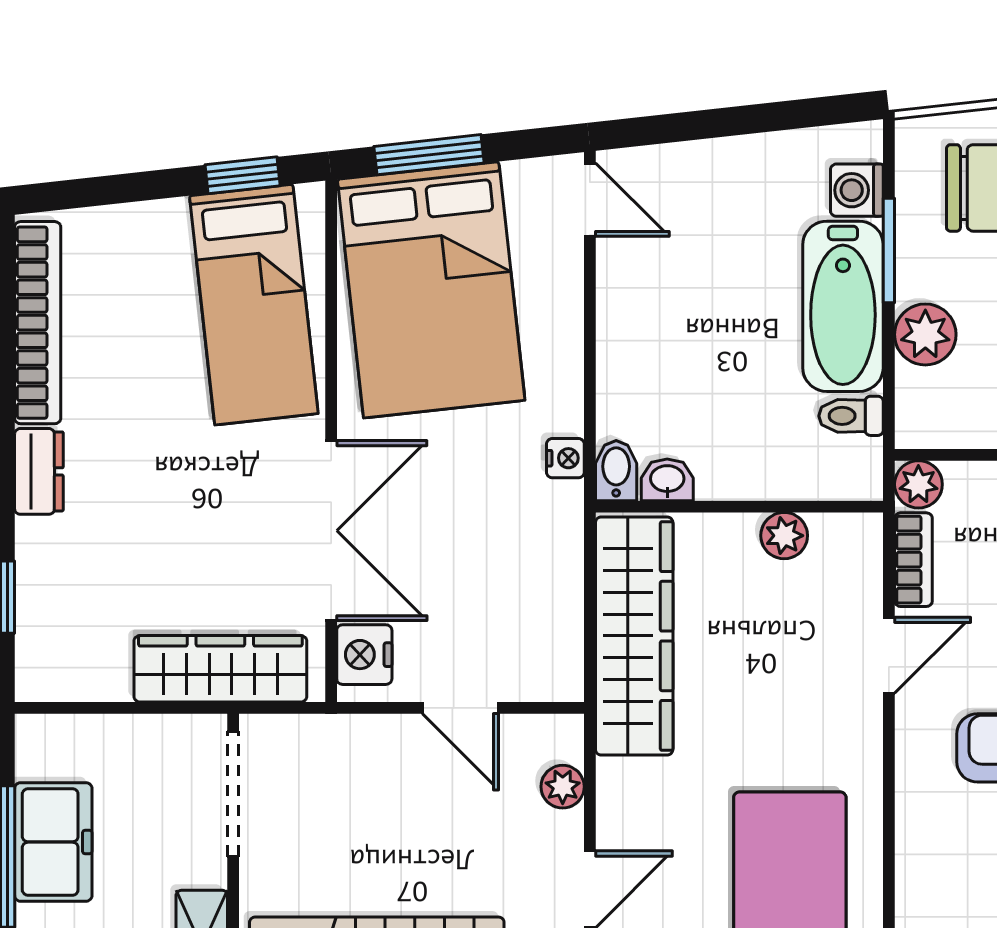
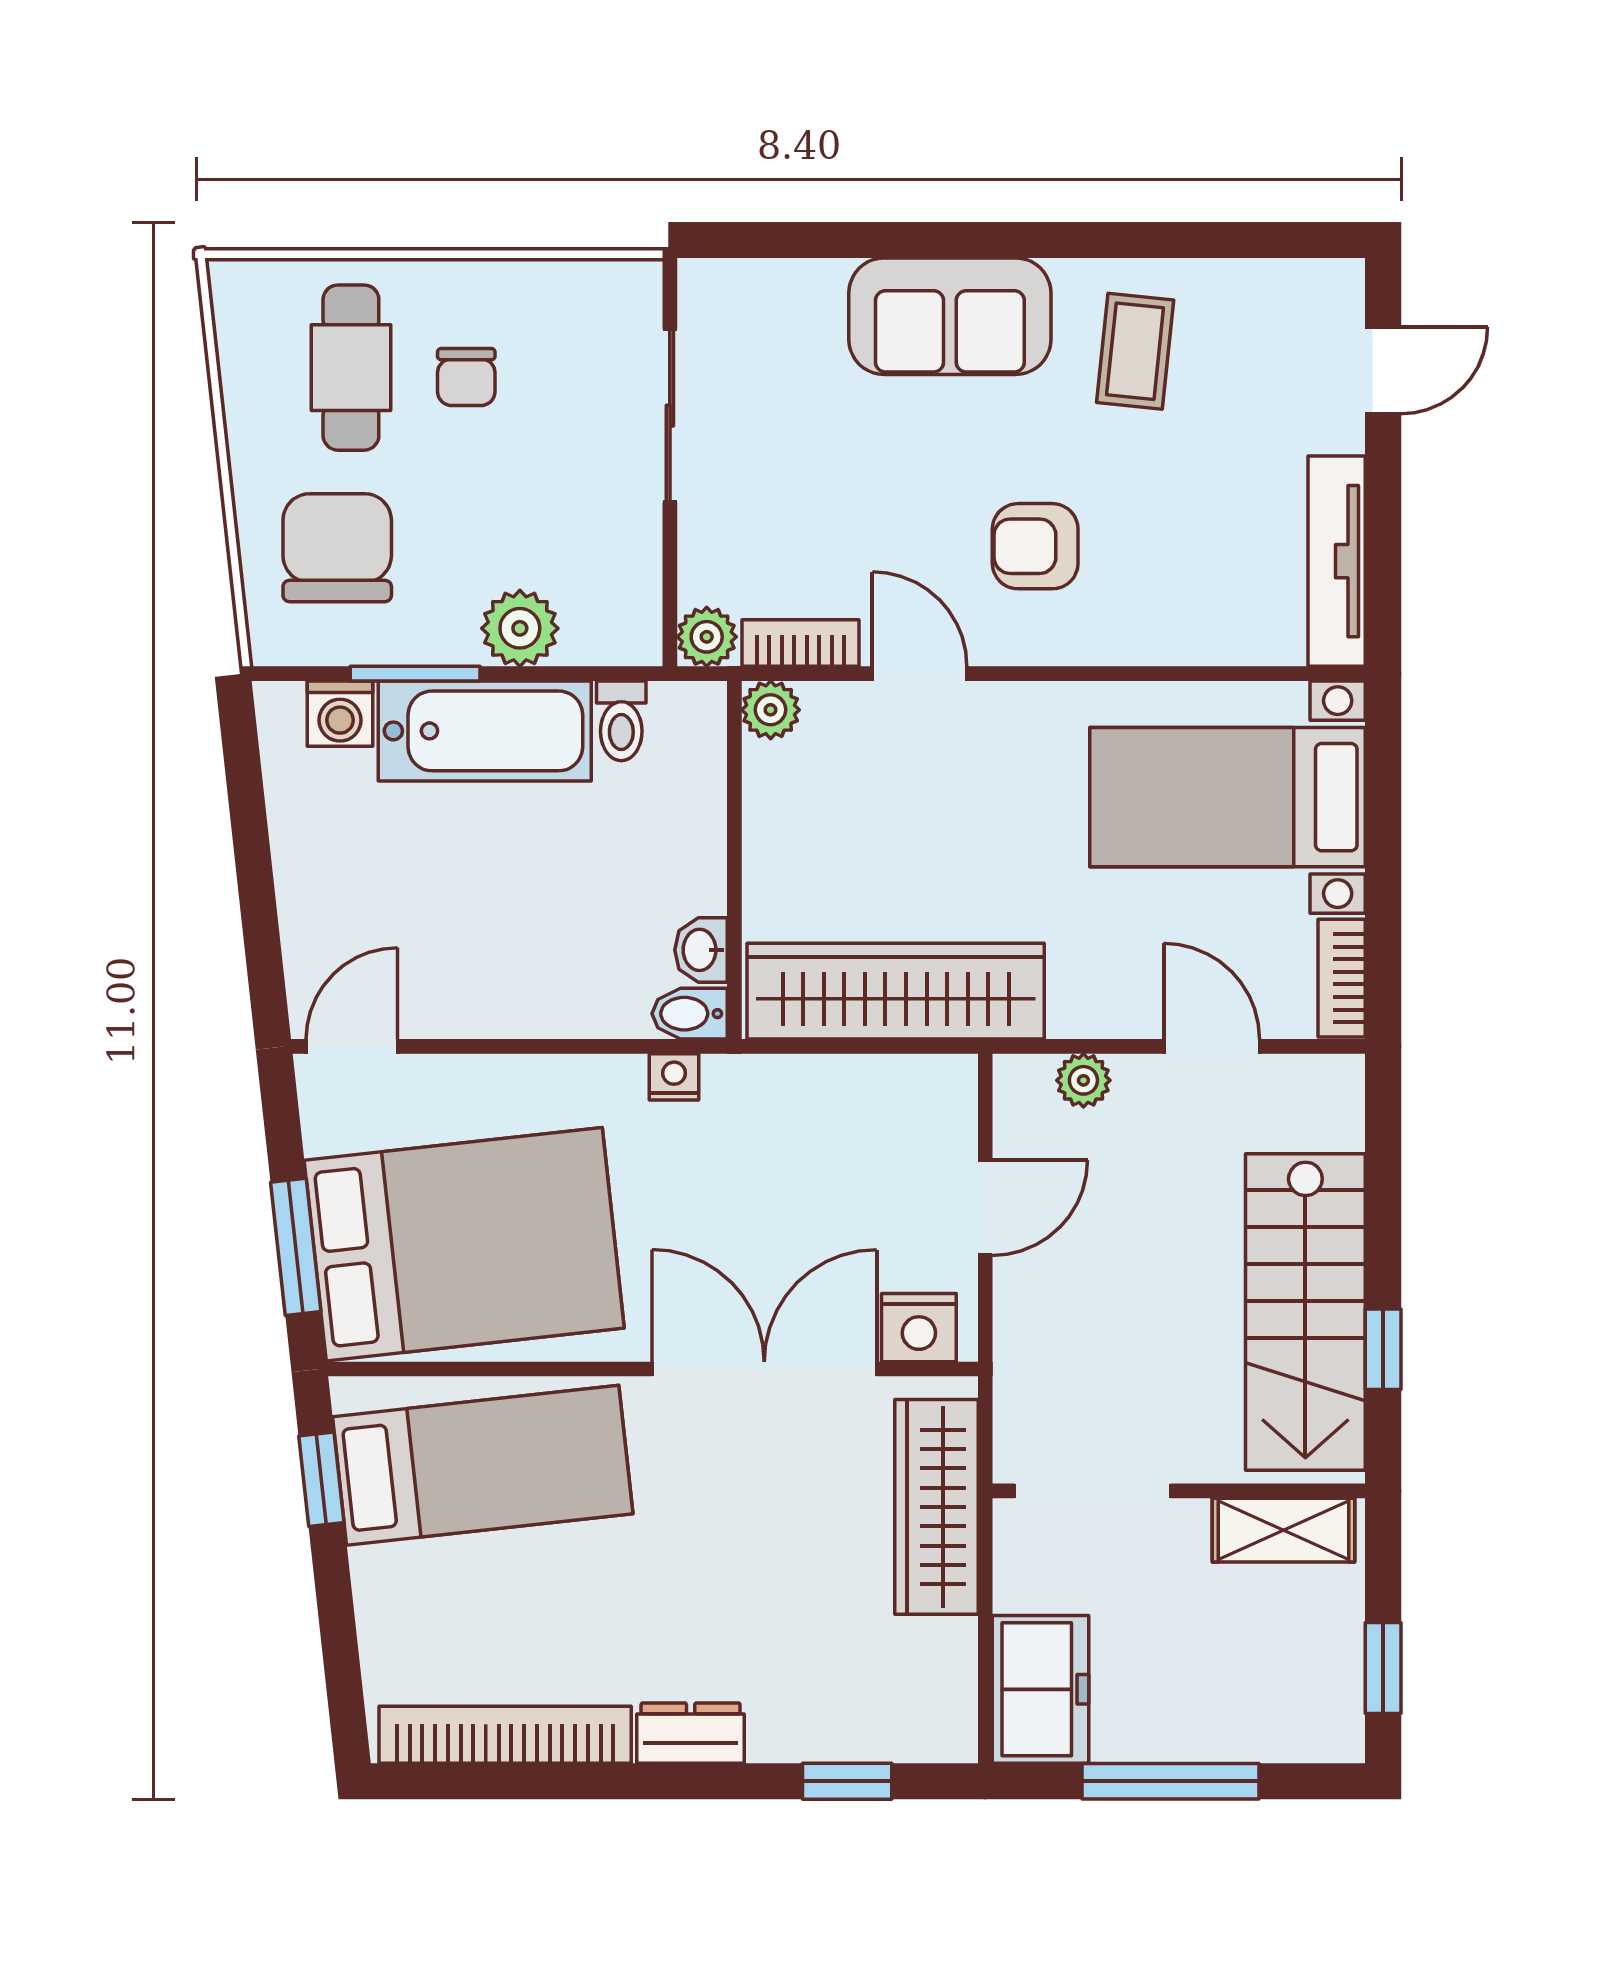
plant: (784, 536) -> (771, 710), moved
freezer: (53, 842) -> (1041, 1689), moved, turned 90

